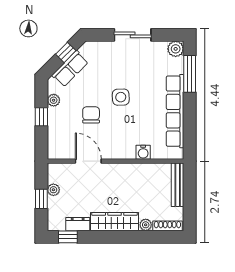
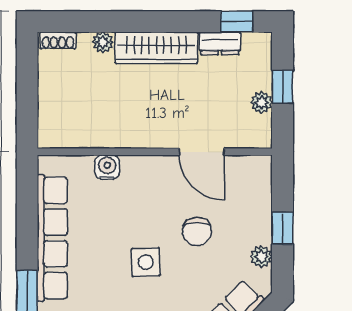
bench: (178, 185) -> (48, 111), removed
shoe rack: (167, 226) -> (58, 40), width x0.70

